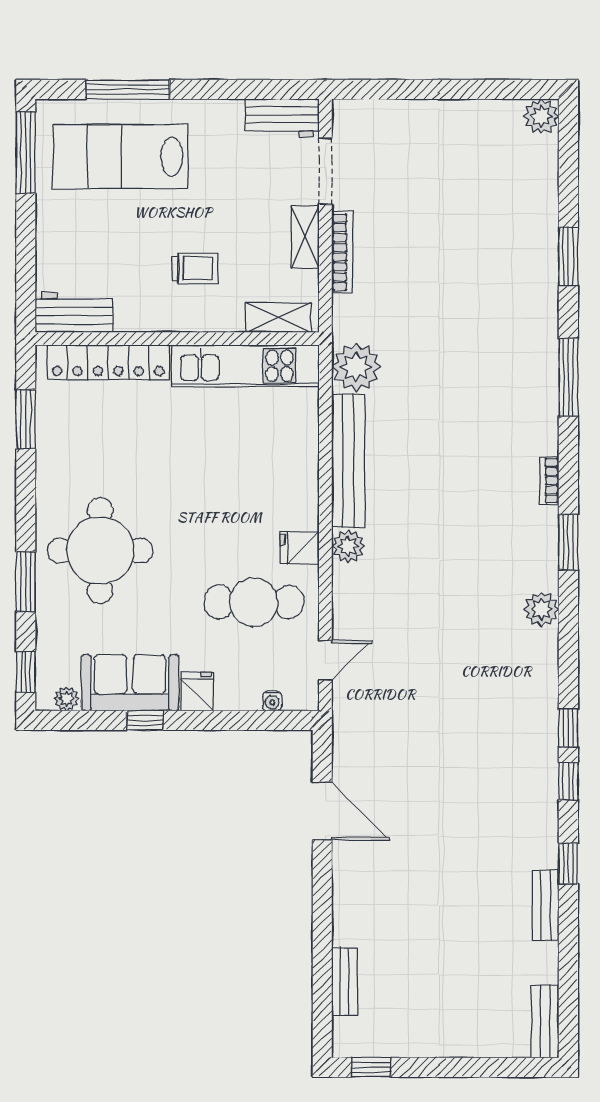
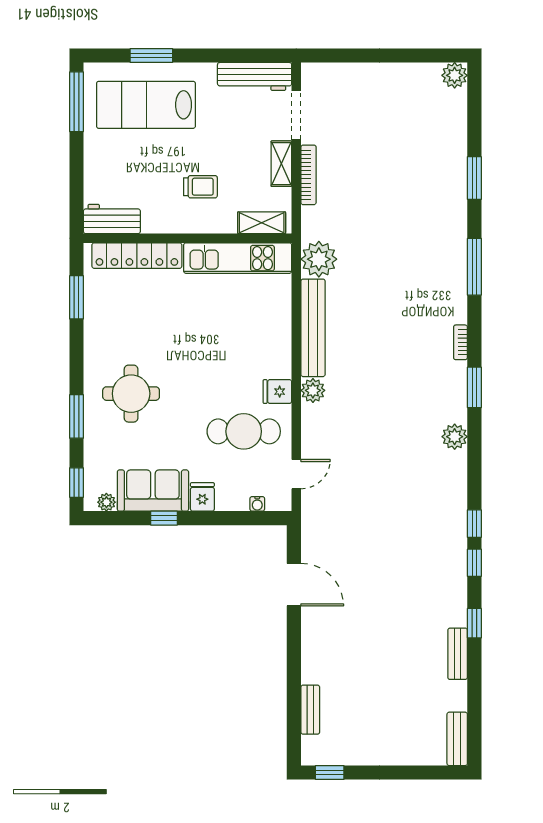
window: (128, 89) -> (151, 56), width x0.69
workbench: (282, 118) -> (255, 76), width x1.37
round table: (100, 551) -> (131, 394), width x0.73, depth x0.73

